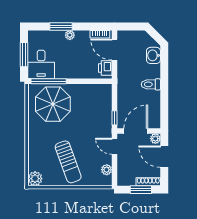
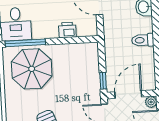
printer: (105, 68) -> (67, 30), moved, turned 90

